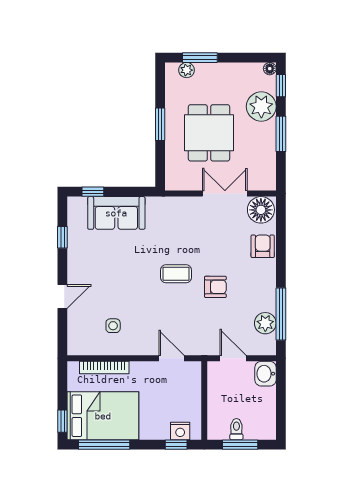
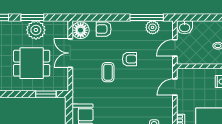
plant: (261, 106) -> (36, 30), moved
window: (160, 124) -> (46, 94), moved
coffee table: (176, 274) -> (108, 72), moved
armchair: (215, 287) -> (129, 59), turned 90

